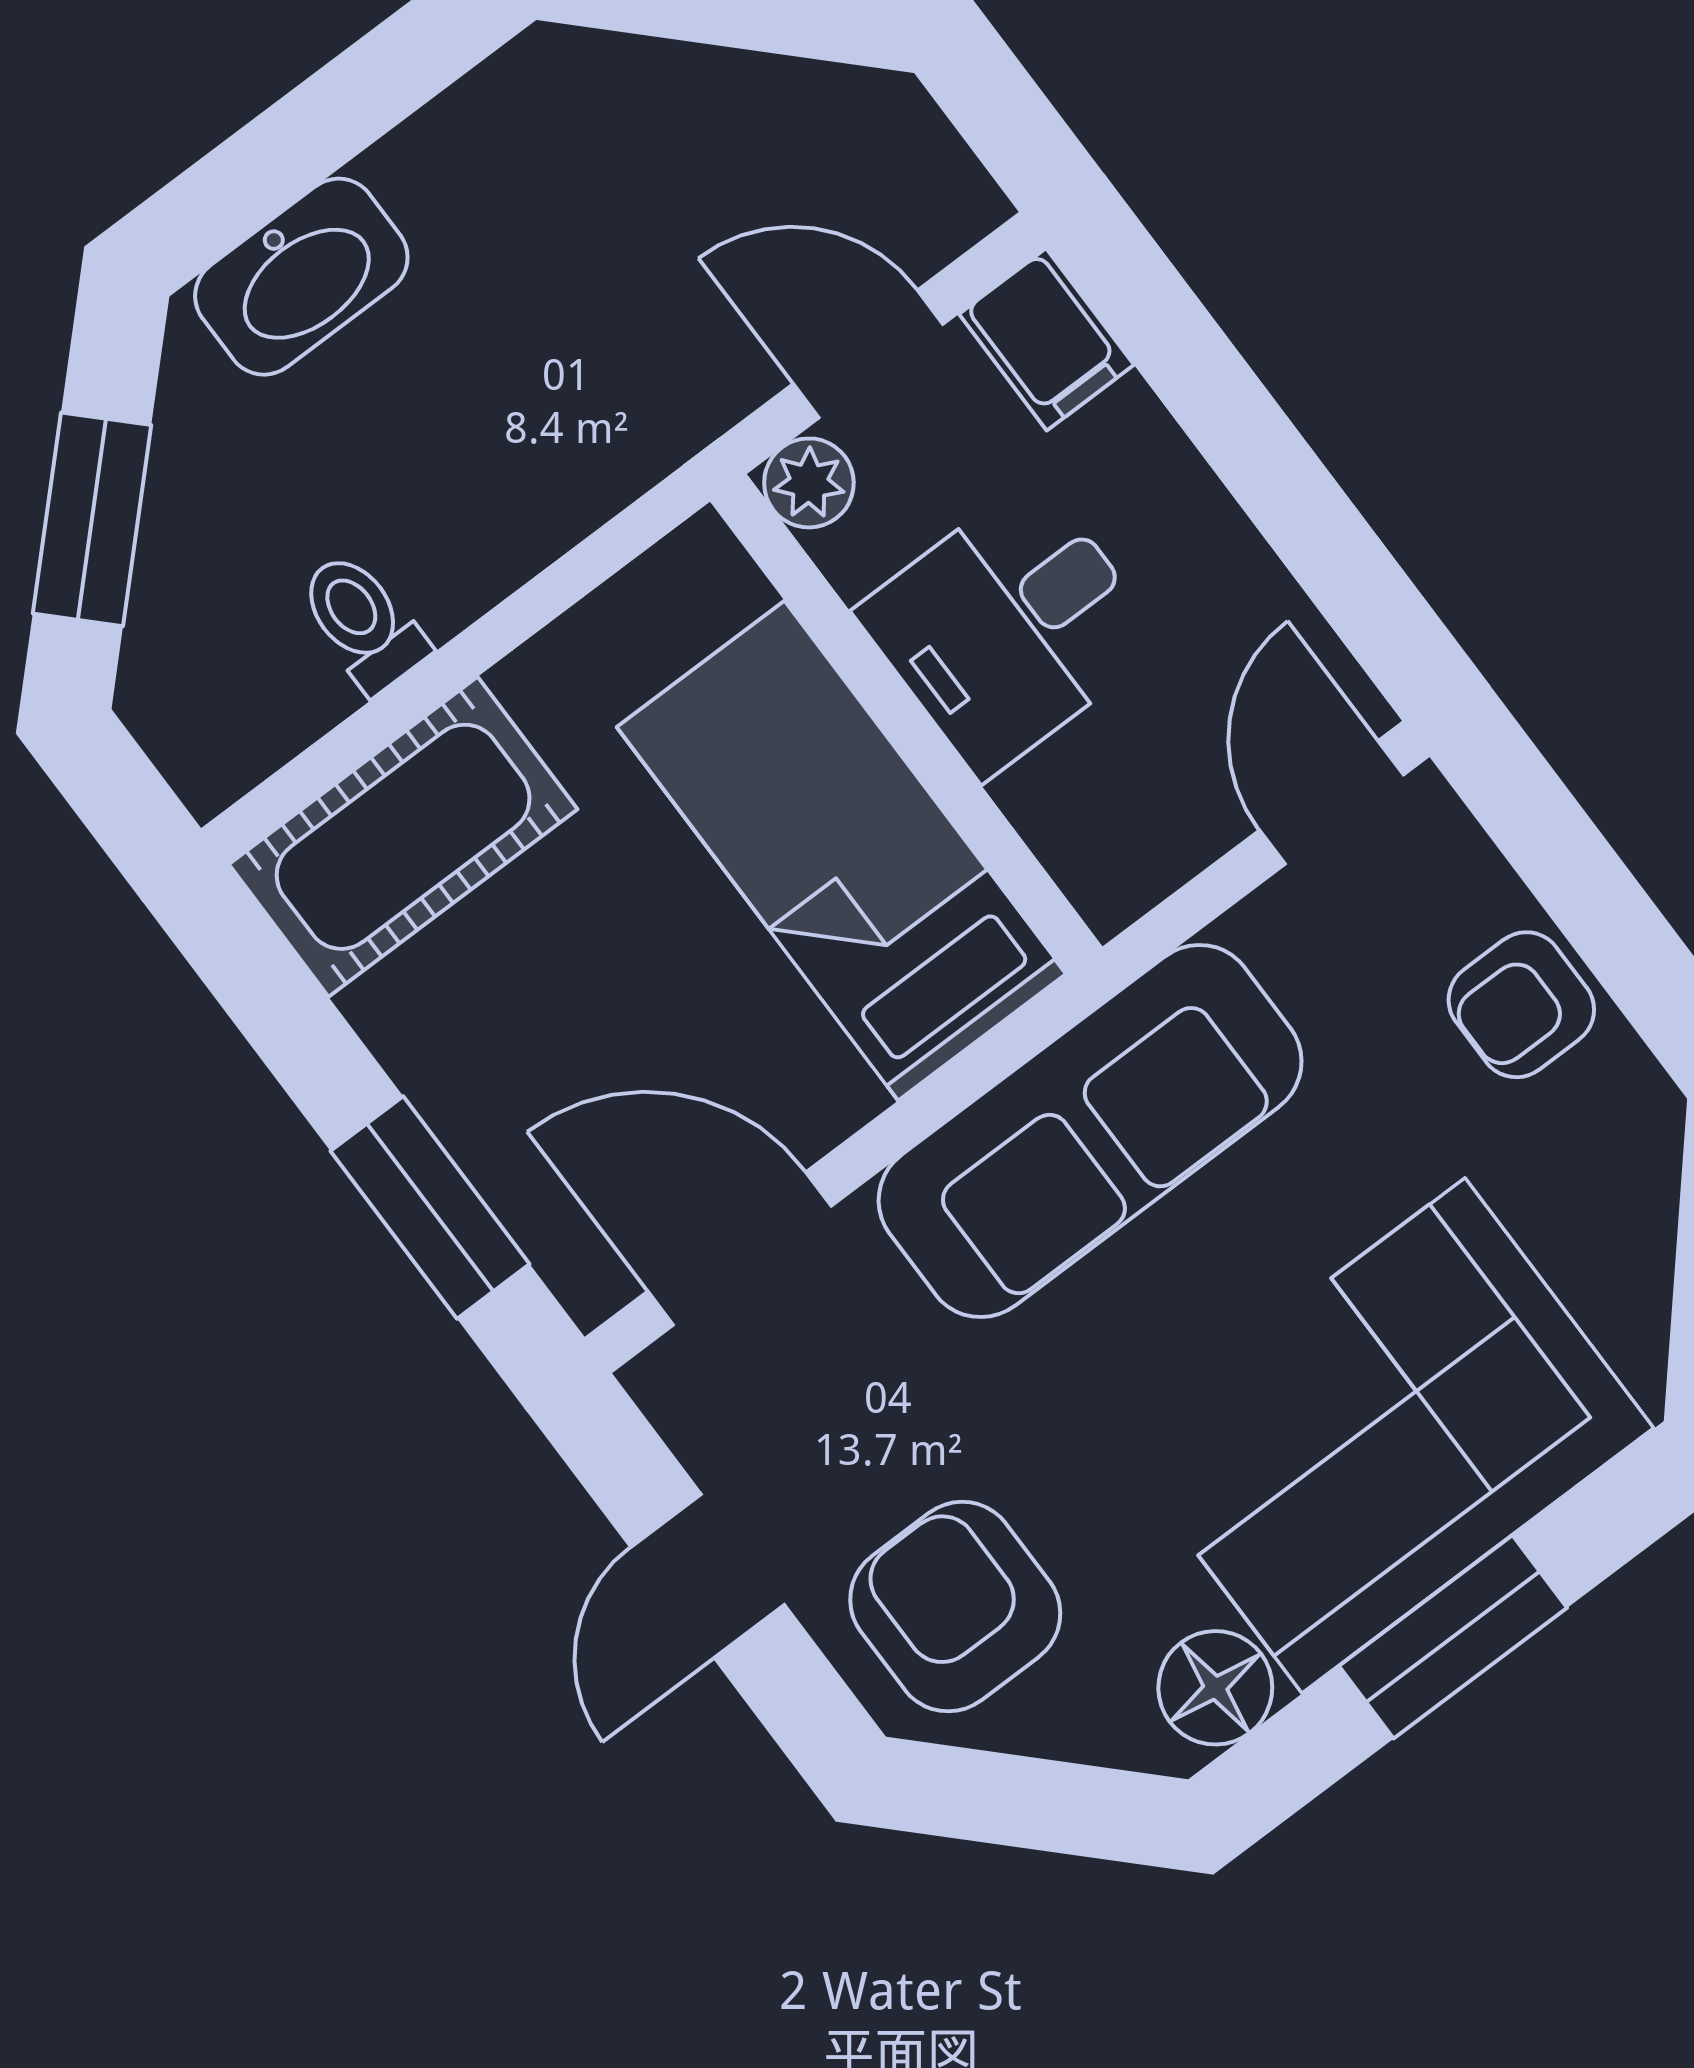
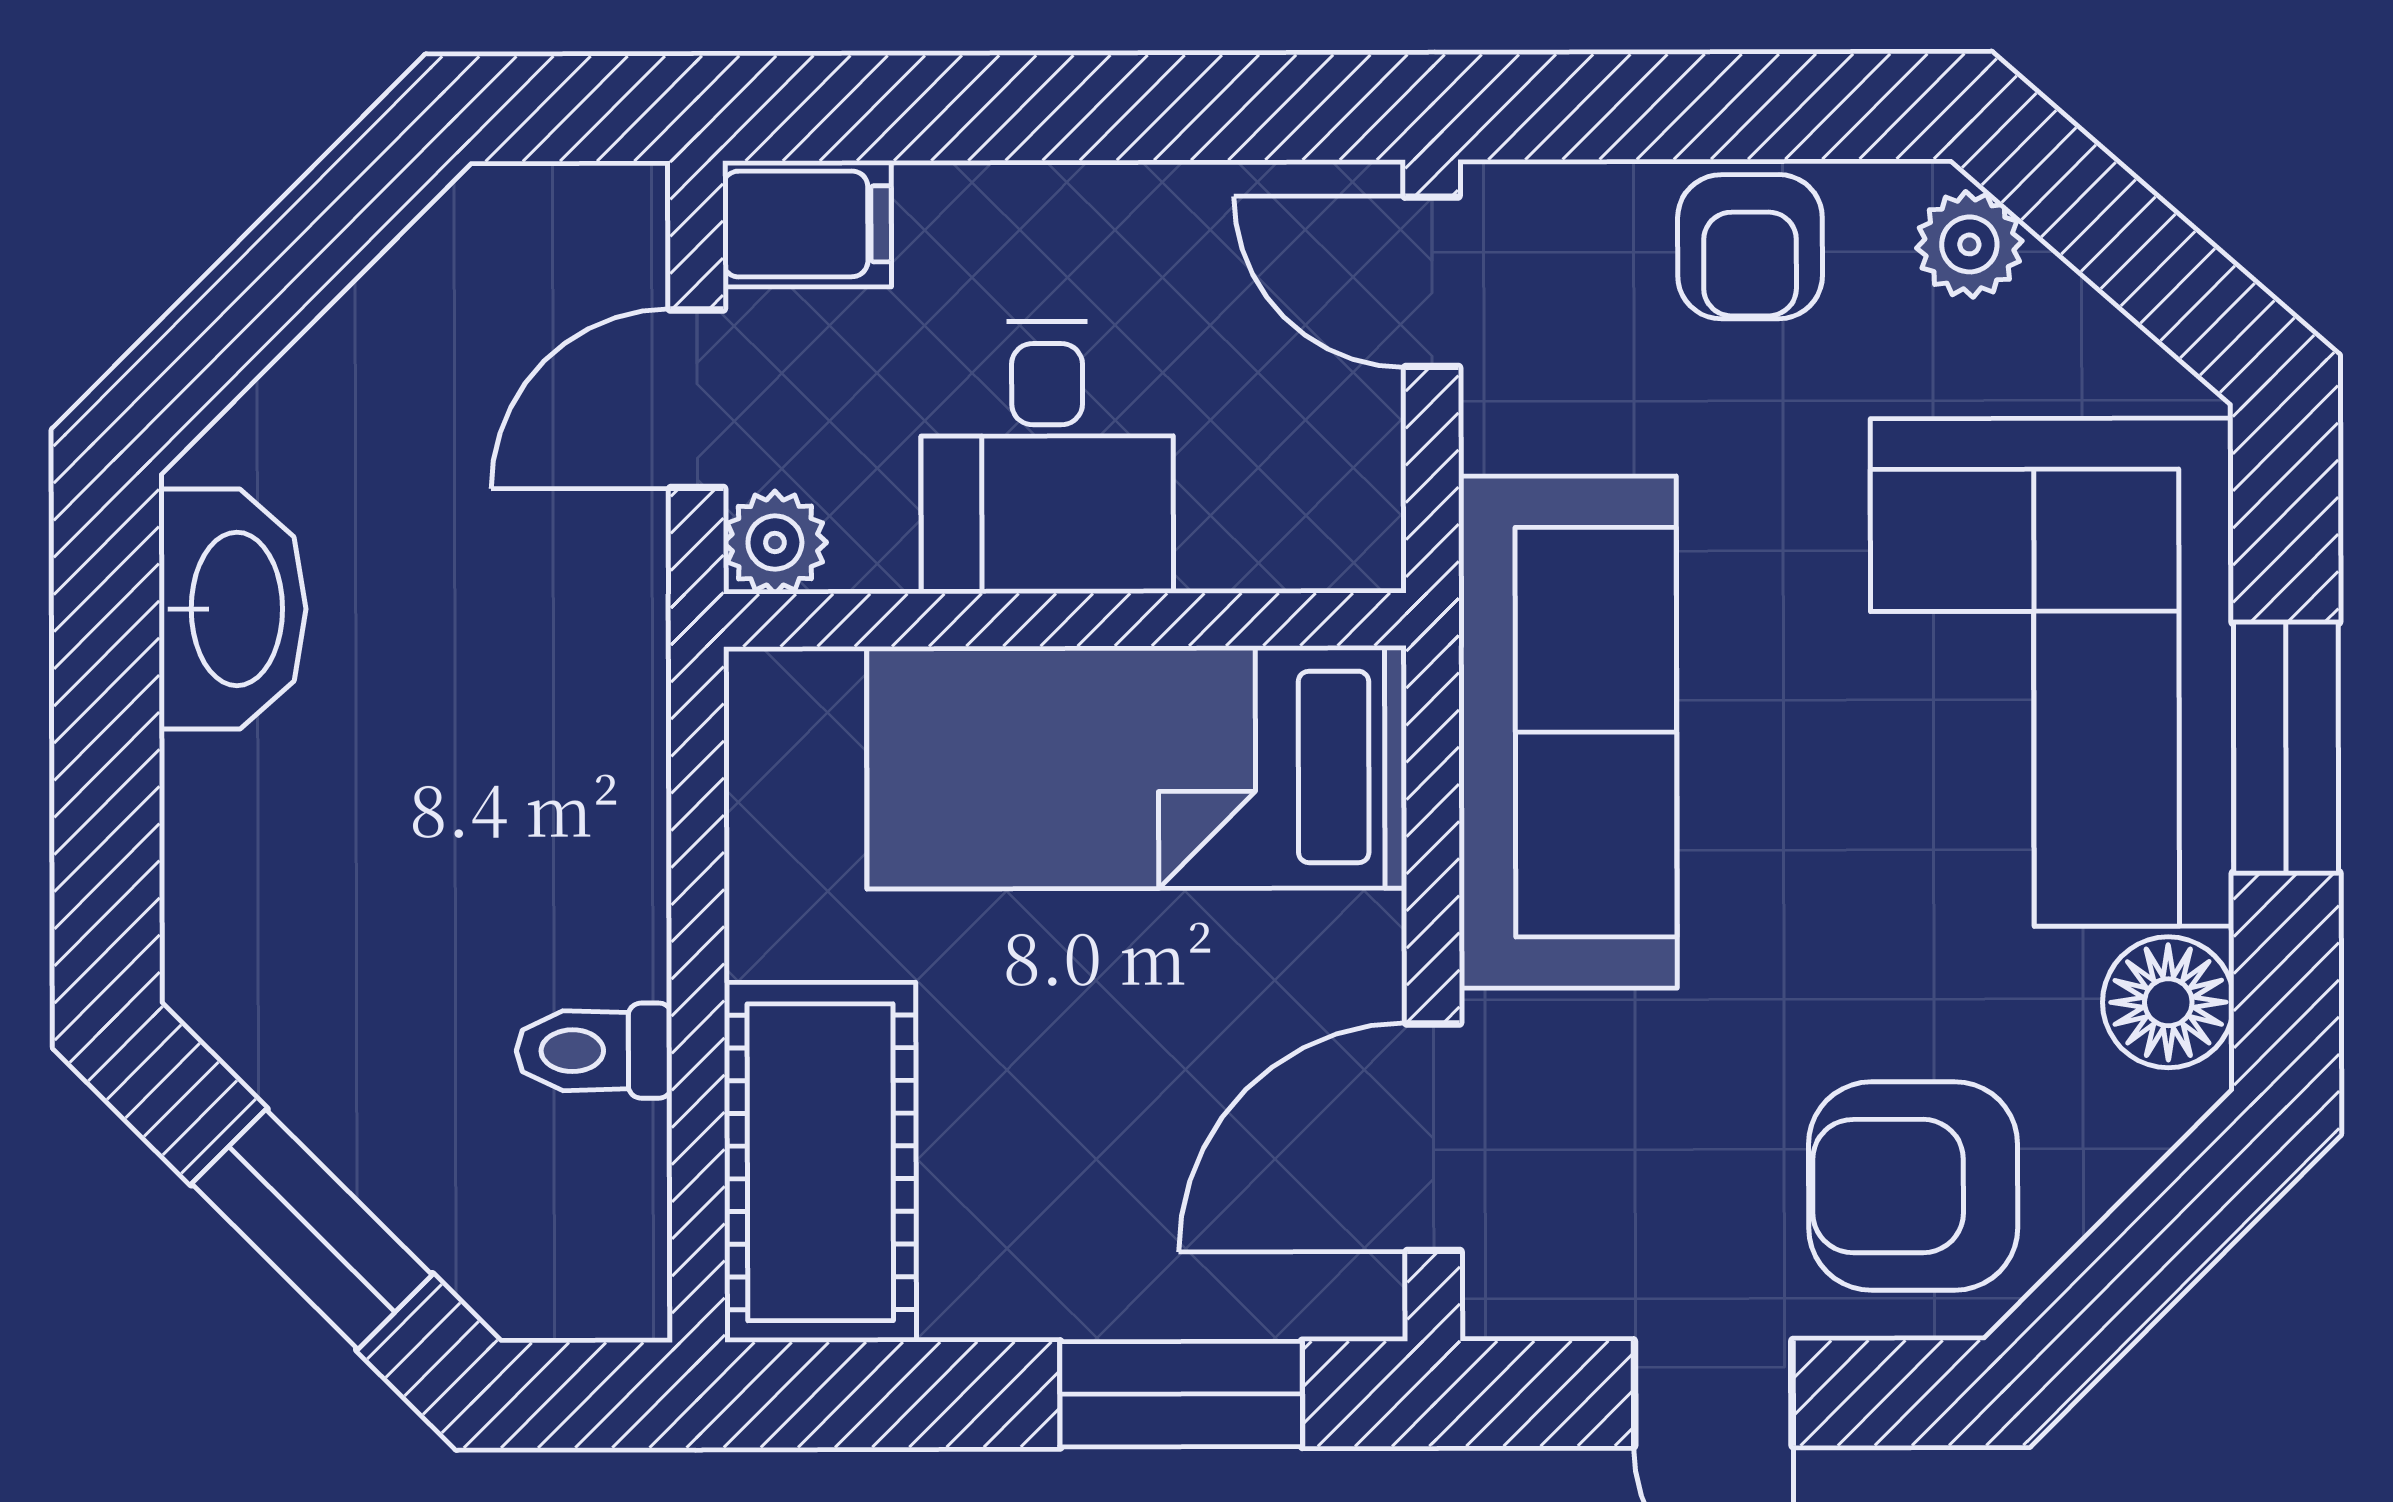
washbasin: (301, 277) -> (232, 609), moved
plant: (1637, 1156) -> (1969, 244), added

